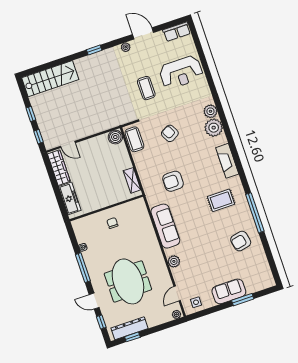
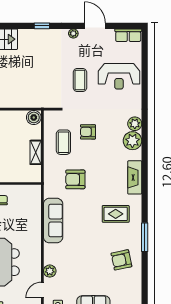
armchair: (170, 133) -> (88, 132), turned -62
coffee table: (134, 139) -> (63, 142), moved
shelving: (132, 180) -> (36, 152), moved
window: (255, 213) -> (145, 237), width x0.68
plant: (174, 261) -> (50, 271), moved

